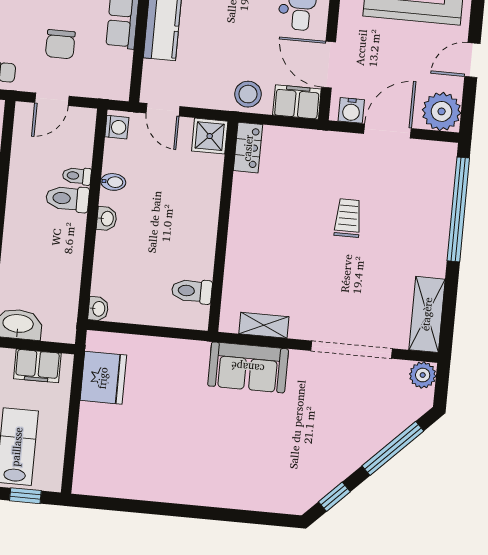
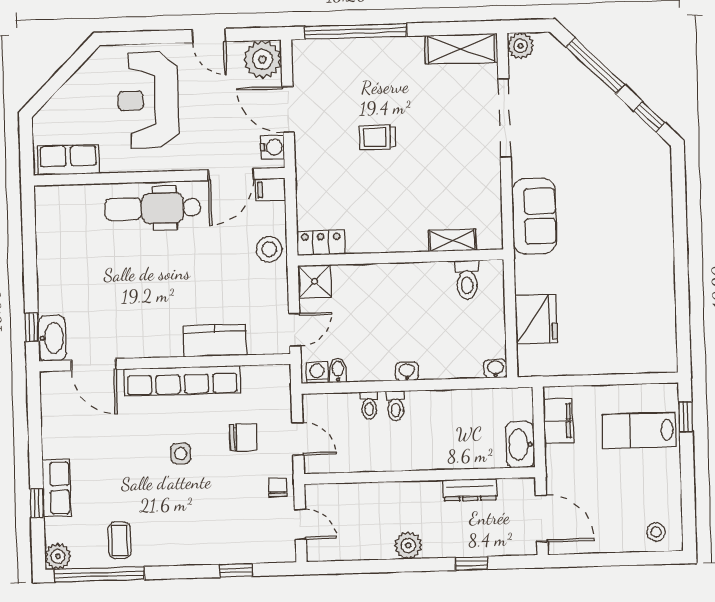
filing cabinet: (297, 102) -> (270, 190), width x0.50
bidet: (113, 182) -> (338, 370), moved
toilet: (67, 199) -> (396, 406), width x0.73, depth x0.72
shelving: (264, 325) -> (452, 240), moved, turned 90
fridge: (103, 378) -> (536, 319), moved, turned 90

